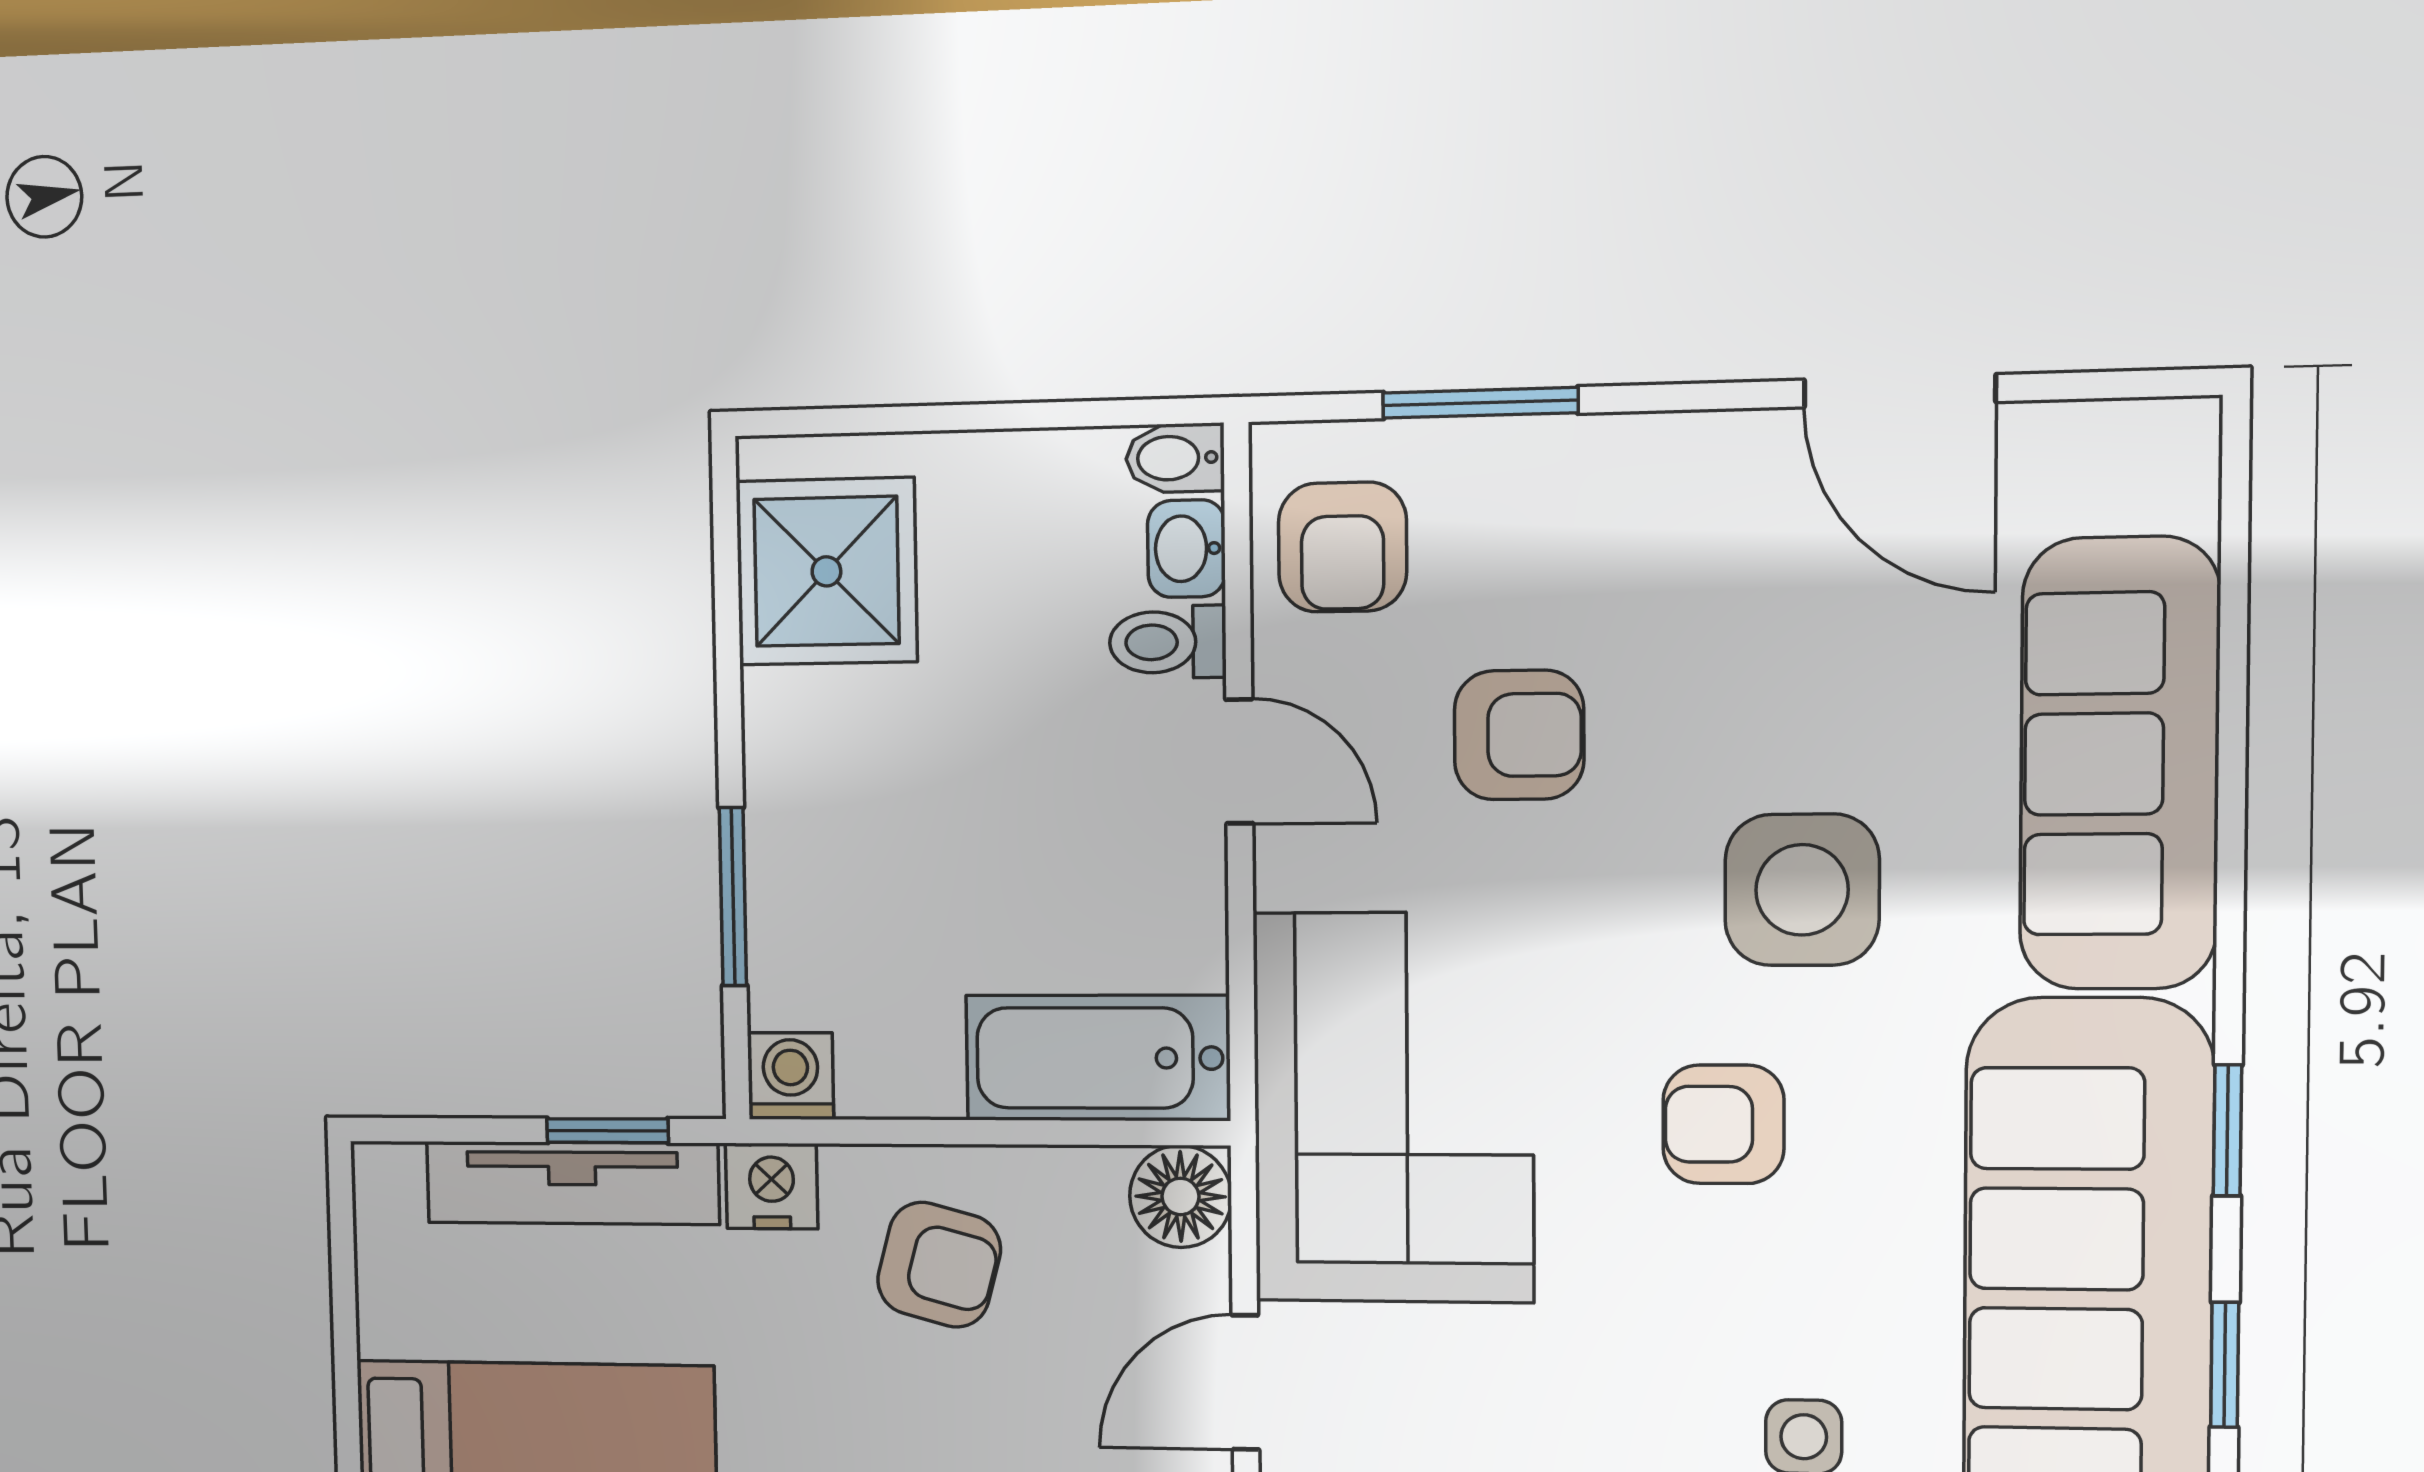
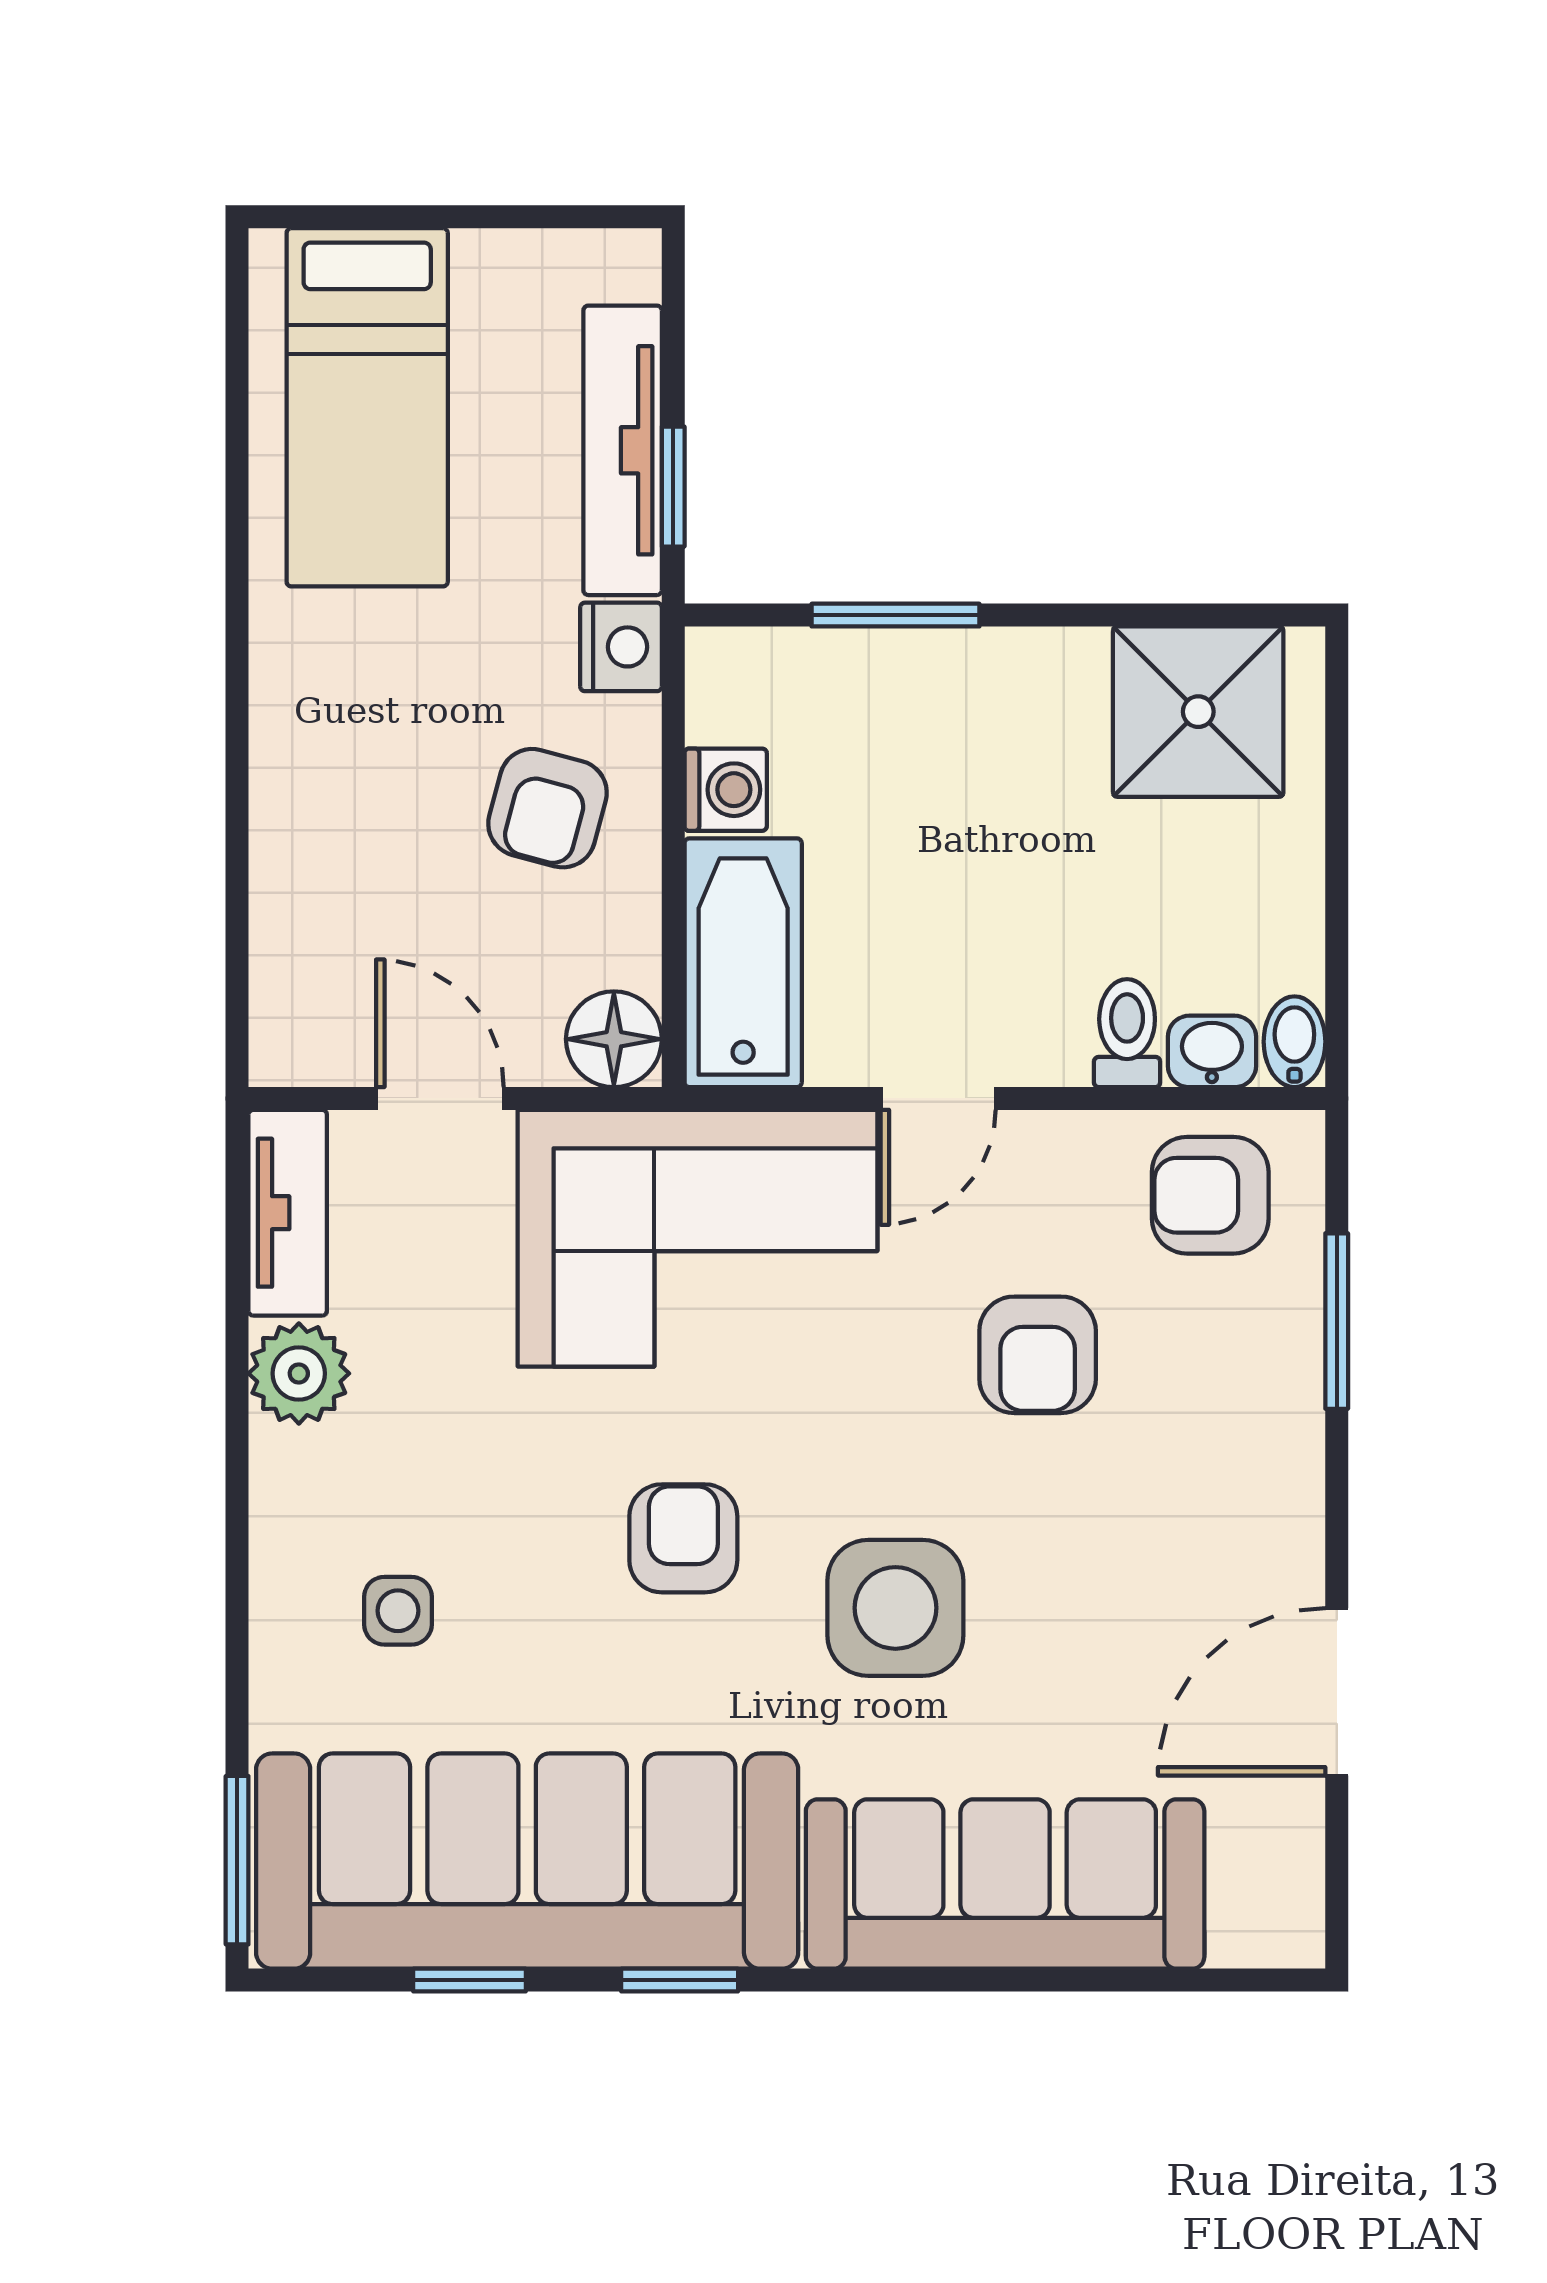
door: (1239, 761) -> (938, 1098), moved
washing machine: (791, 1076) -> (726, 790), moved

